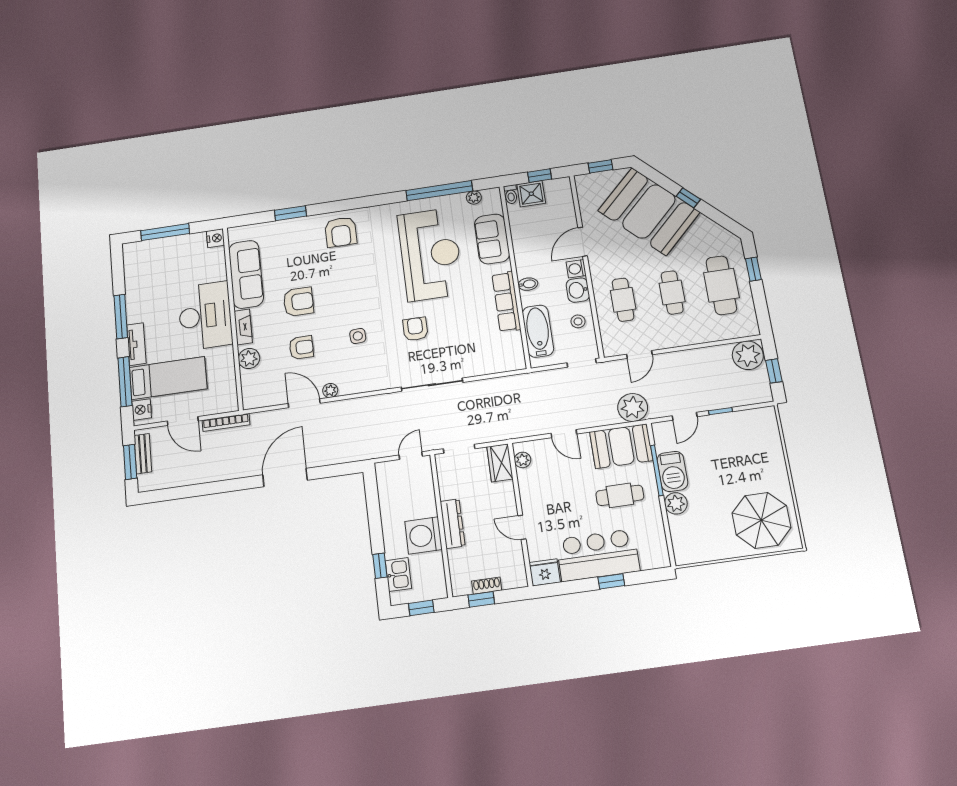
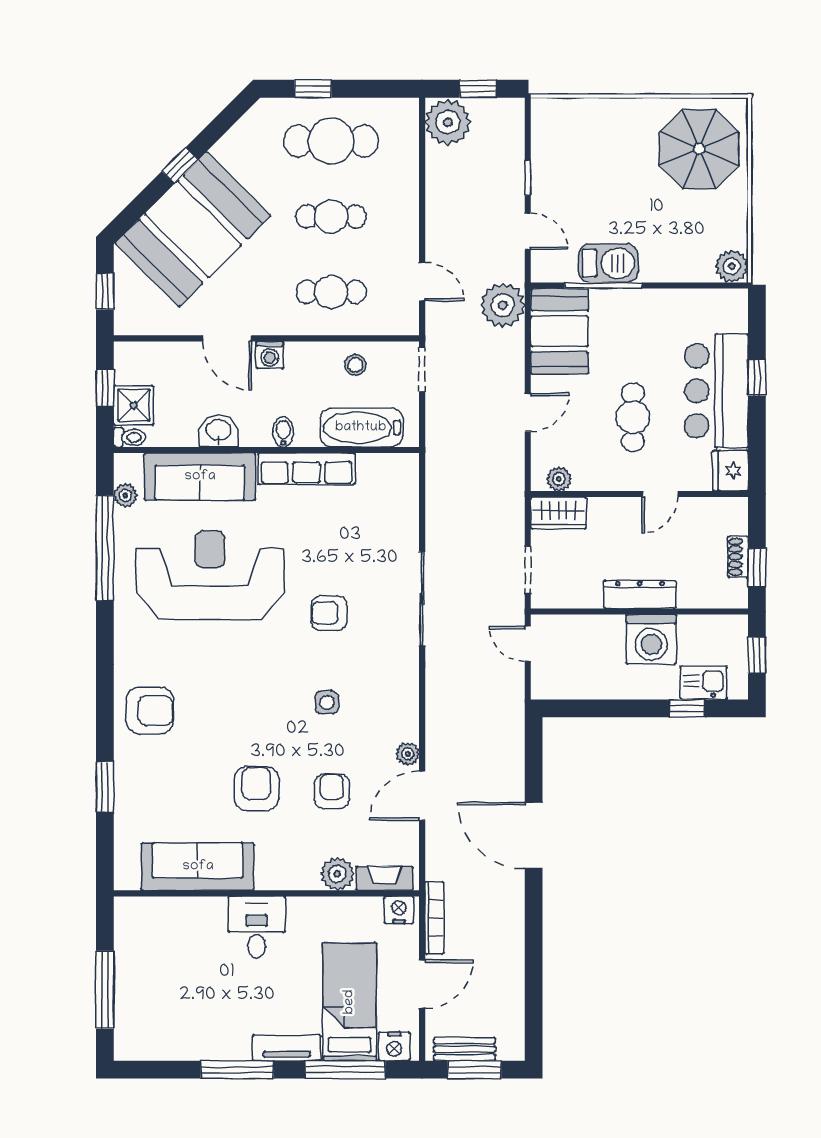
nightstand: (216, 238) -> (399, 910), moved
sofa: (492, 239) -> (200, 477), width x1.36
washbasin: (578, 290) -> (219, 431), moved, turned 180
desk: (205, 316) -> (257, 927), width x0.53, depth x0.77
fireplace: (243, 327) -> (385, 878), moved
cafe table: (620, 495) -> (633, 417), moved
plant: (676, 503) -> (732, 266), moved

